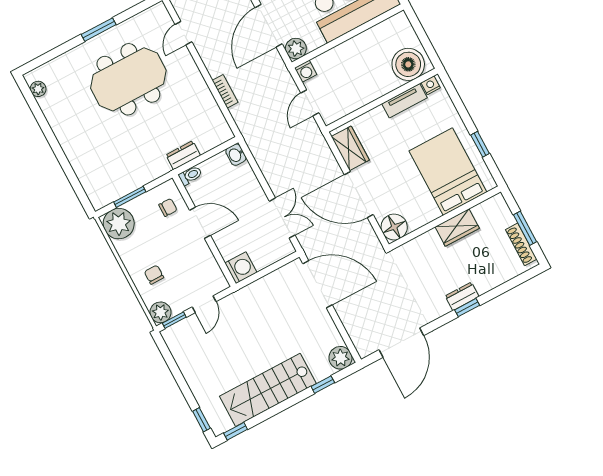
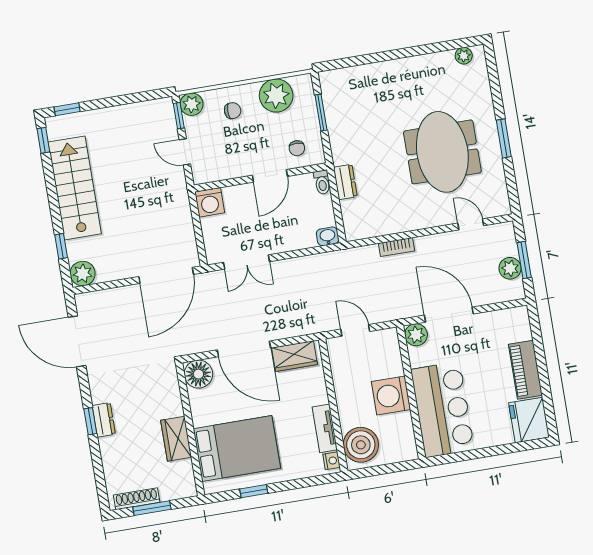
washing machine: (306, 71) -> (391, 395), moved, width x1.89, depth x1.89
door: (359, 195) -> (244, 349), swing flipped
plant: (119, 224) -> (276, 96), moved

